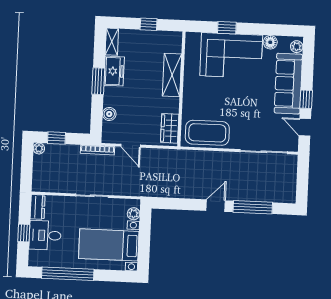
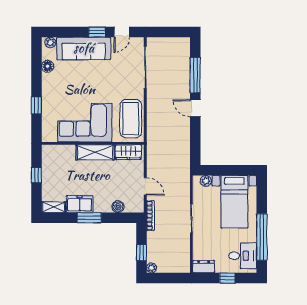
corner sofa: (231, 55) -> (85, 123), moved, turned -90
shelving: (172, 75) -> (95, 152), moved
door: (131, 146) -> (145, 186), hinge flipped
desk: (45, 235) -> (243, 256), moved, turned -90

